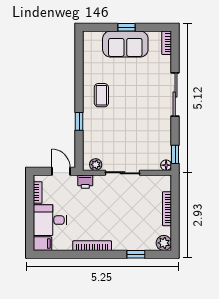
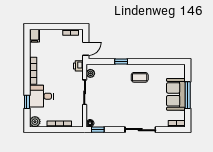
window: (126, 27) -> (188, 95), width x2.17
desk: (50, 220) -> (41, 96), moved, turned -90

